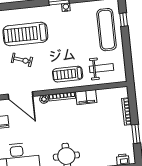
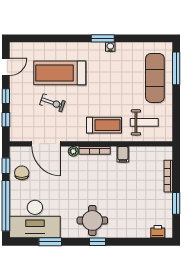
window: (124, 20) -> (176, 68), width x2.17
treadmill: (68, 74) -> (104, 125), turned 180
filing cabinet: (86, 97) -> (123, 154), width x0.50

